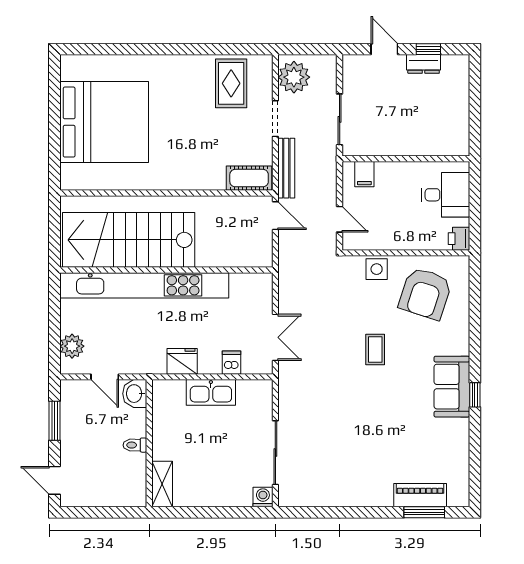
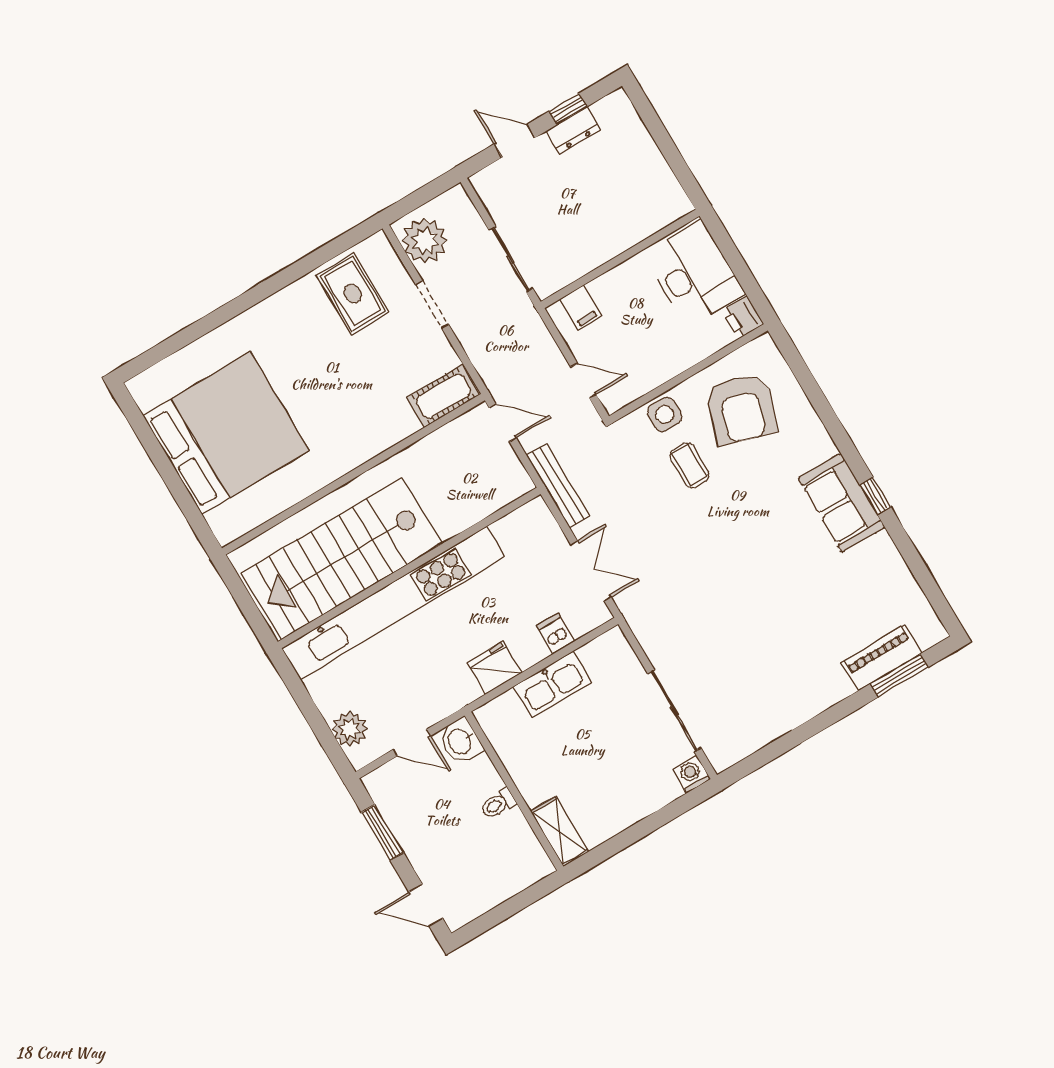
bench: (286, 168) -> (558, 486), moved
desk: (445, 195) -> (694, 274), width x1.37
coffee table: (375, 350) -> (690, 465), moved

